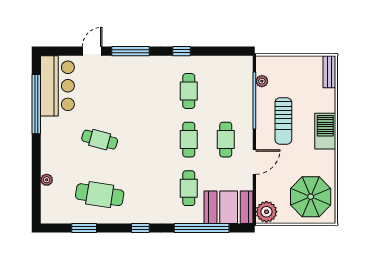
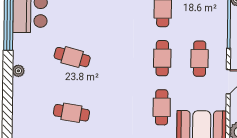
plant: (47, 180) -> (18, 71), moved
cafe table: (100, 195) -> (71, 113), width x0.73, depth x0.74

